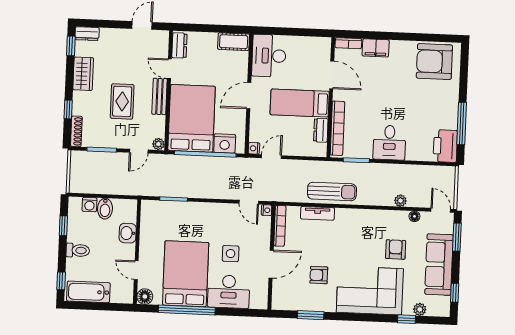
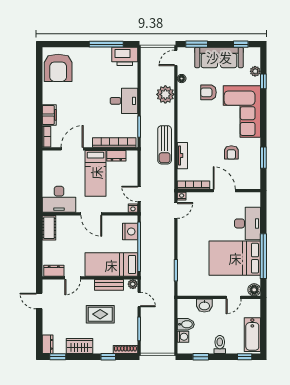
bench: (159, 96) -> (109, 285), moved
bed: (192, 118) -> (111, 265), width x0.67
sun lounger: (332, 191) -> (165, 145), turned 180
plant: (400, 201) -> (165, 94), width x1.88, depth x1.88
side table: (231, 254) -> (217, 223), removed

